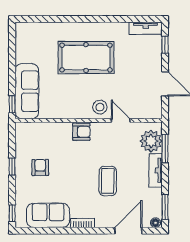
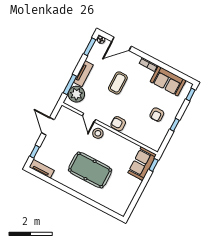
sofa: (27, 91) -> (142, 164), width x0.73

